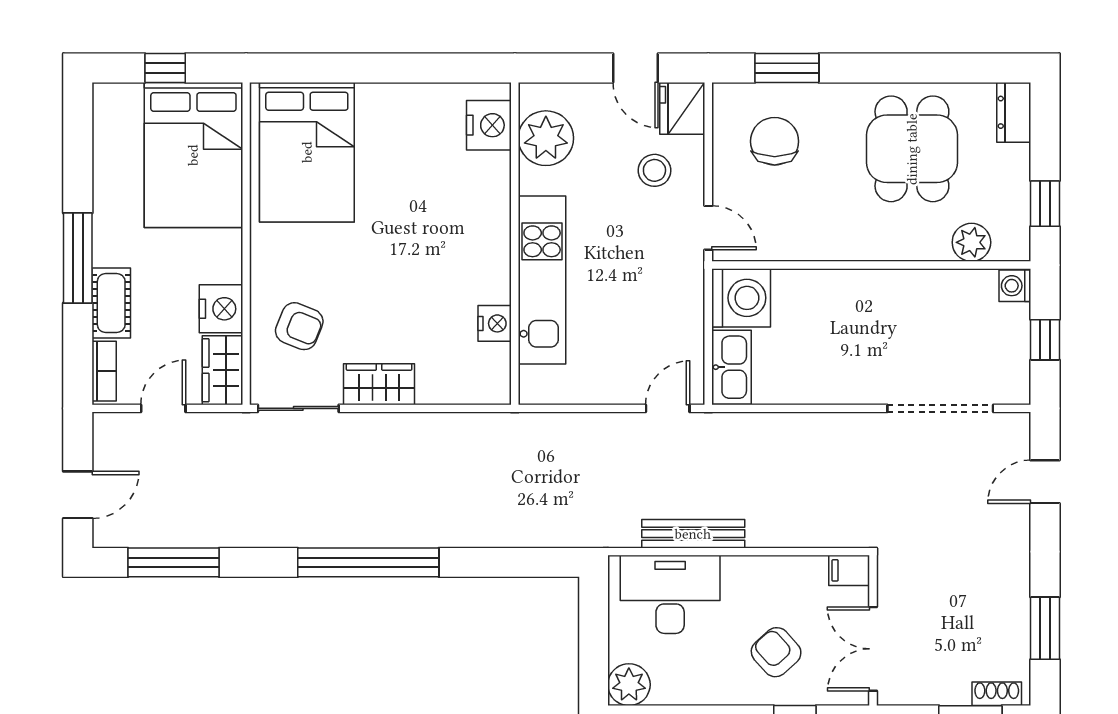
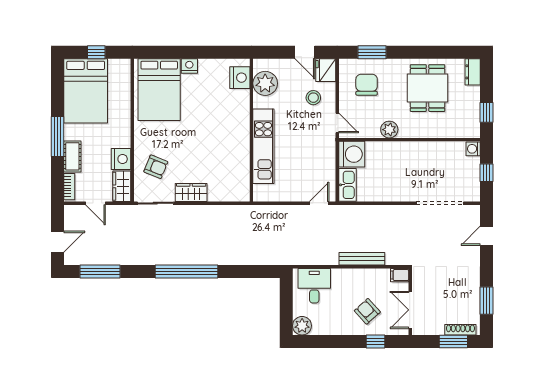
bed: (193, 155) -> (86, 91), moved
plant: (971, 242) -> (389, 130), moved
nightstand: (495, 323) -> (189, 66), moved, turned -90
door: (163, 408) -> (95, 203), swing flipped
bench: (693, 534) -> (362, 259), moved
desk: (670, 594) -> (314, 286), width x0.73
shoe rack: (997, 694) -> (460, 330), width x1.43

